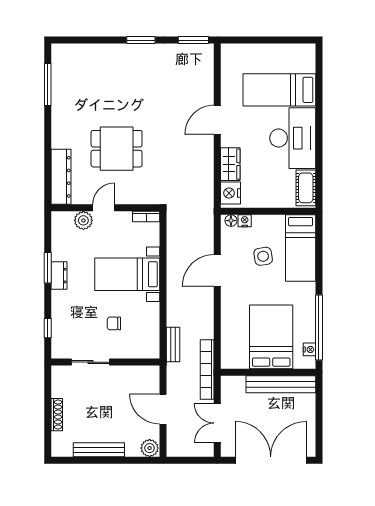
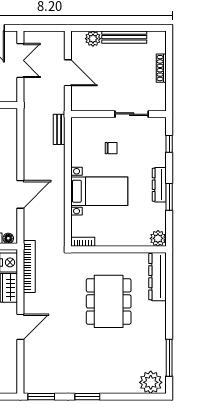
plant: (69, 57) -> (151, 382), added
dining table: (117, 149) -> (109, 301), width x1.38
door: (104, 208) -> (120, 249), removed
plant: (83, 220) -> (158, 238), moved
dresser: (59, 276) -> (159, 185), width x1.44
bookcase: (207, 370) -> (29, 267), moved
plant: (150, 448) -> (93, 39), moved

